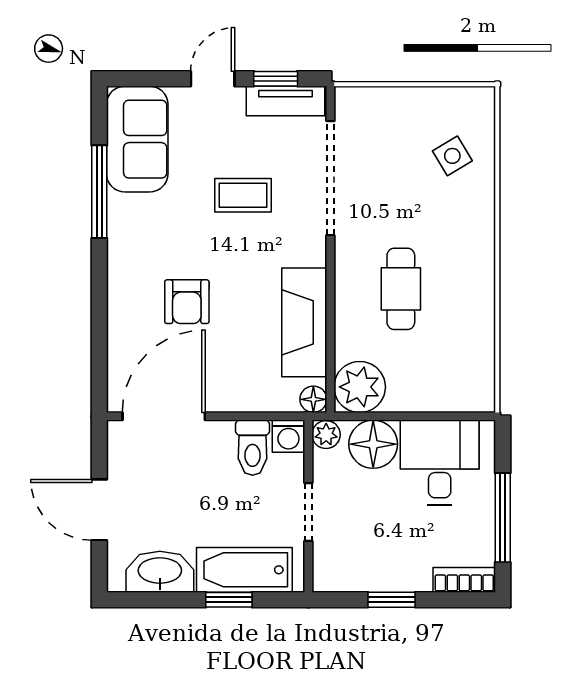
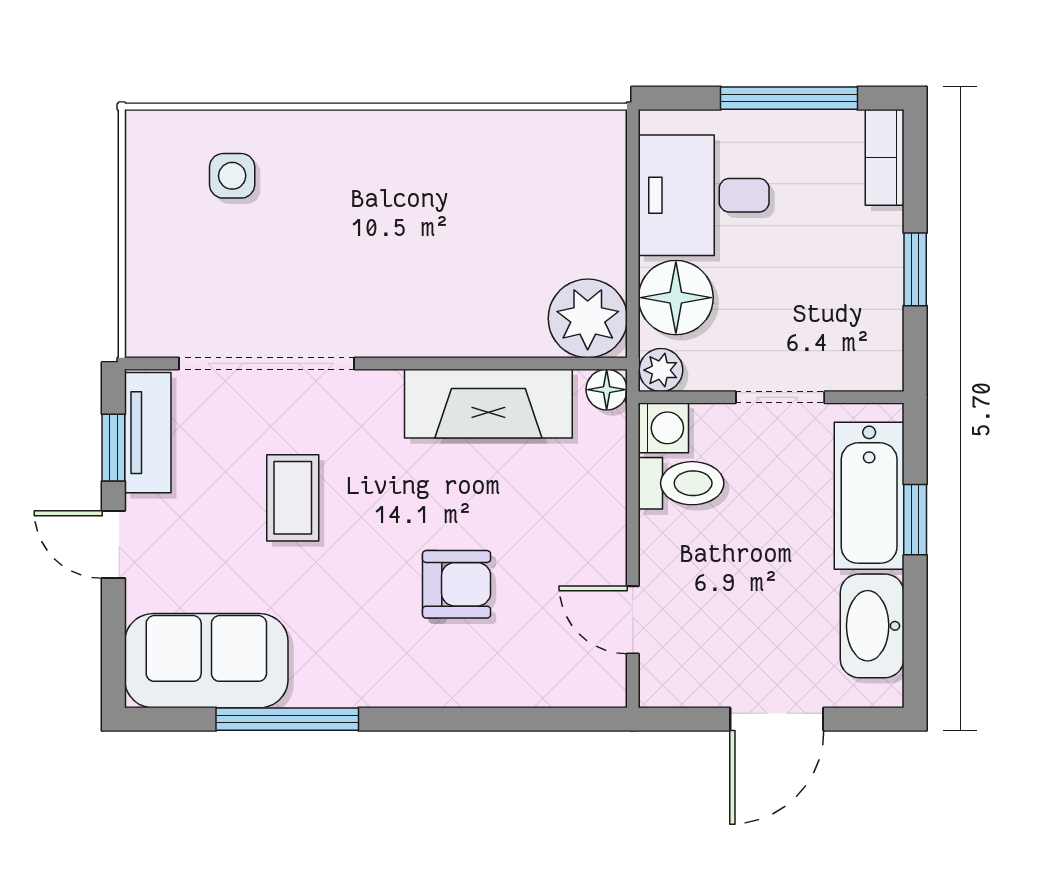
side table: (452, 156) -> (232, 176), turned 31
cafe table: (401, 289) -> (437, 255), removed
door: (164, 416) -> (633, 620), width x0.53

